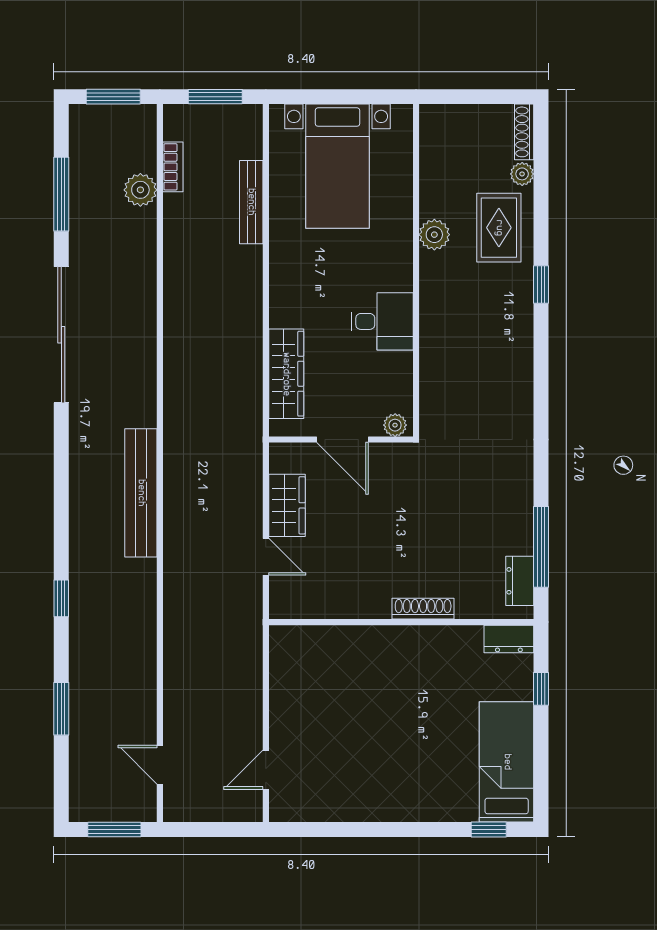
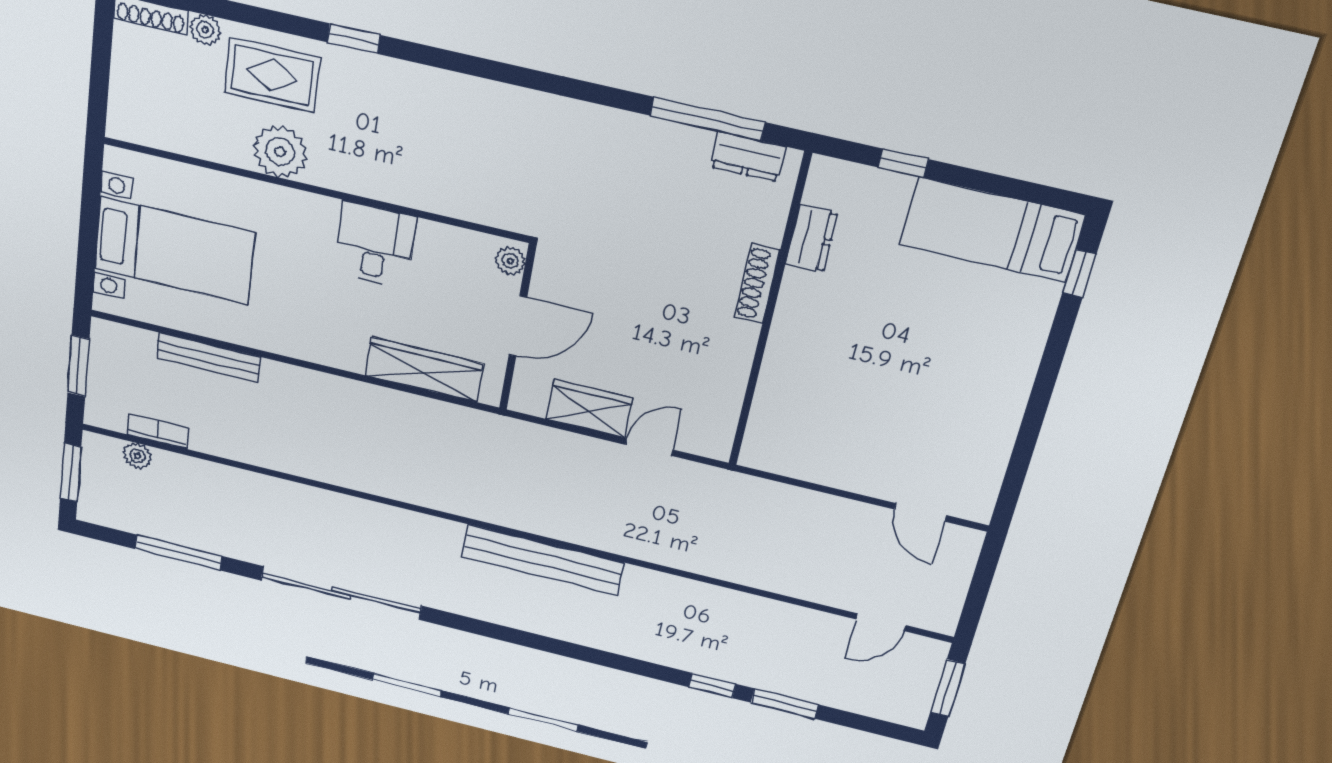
plant: (140, 190) -> (137, 456), moved, width x0.73, depth x0.73
plant: (434, 235) -> (280, 152), width x1.36, depth x1.36
window: (61, 598) -> (712, 685), moved
dresser: (509, 639) -> (811, 238), moved

